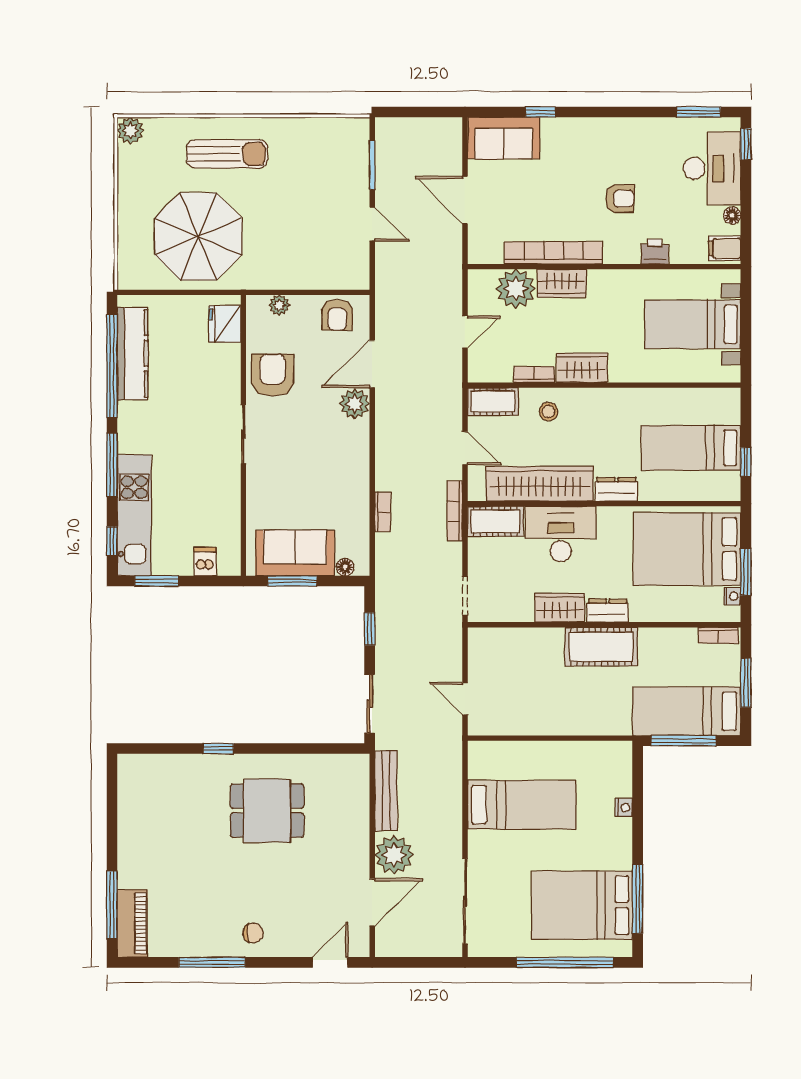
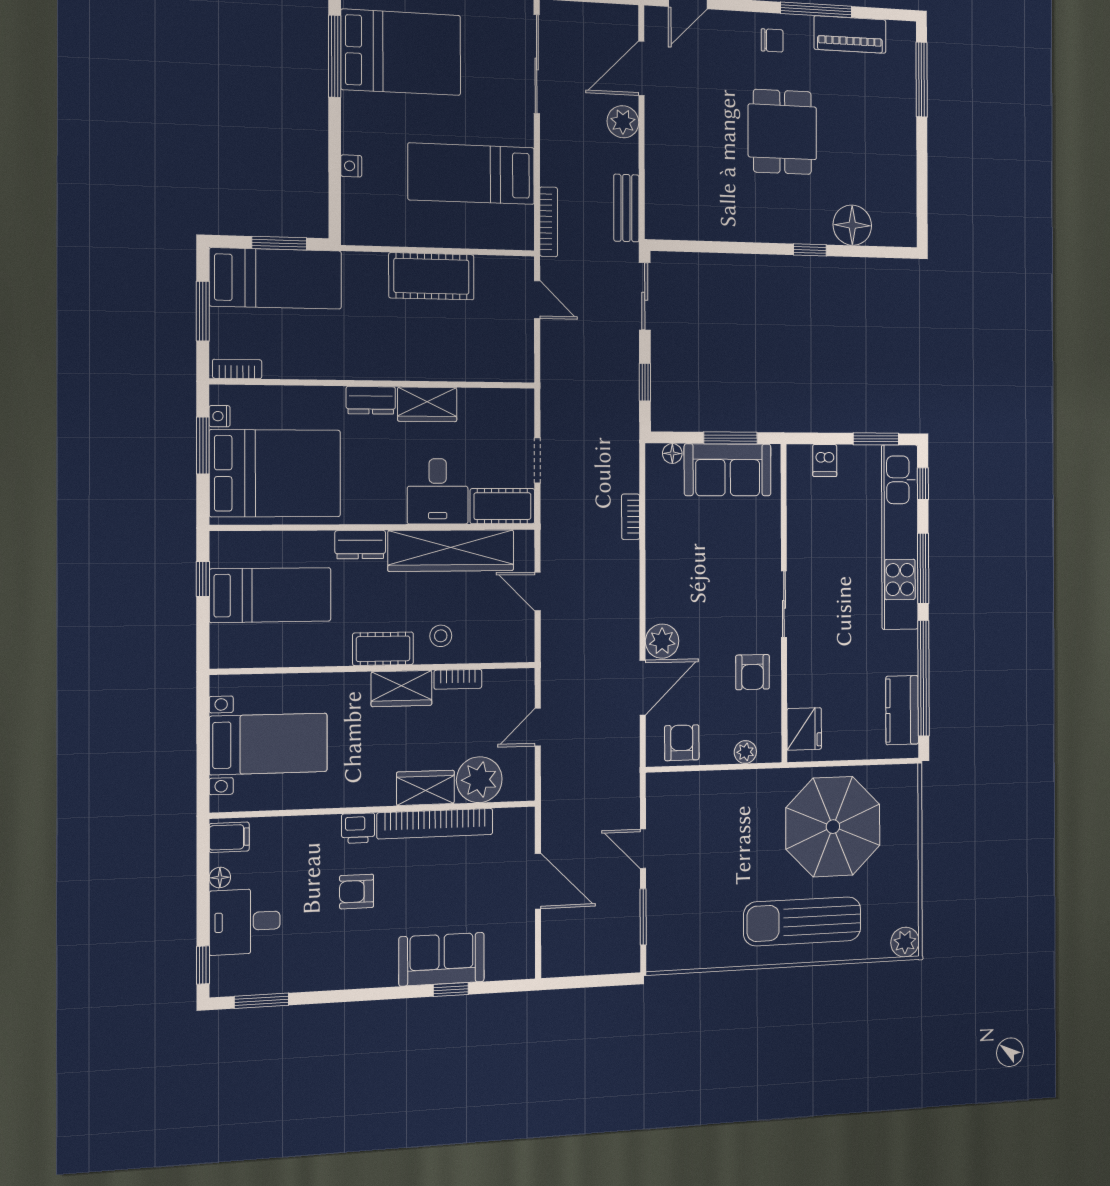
sofa: (504, 138) -> (442, 959), moved
sun lounger: (227, 154) -> (802, 921), width x1.36, depth x1.34
desk: (712, 168) -> (245, 922), width x0.73
printer: (655, 252) -> (358, 828), moved
kitchen counter: (133, 353) -> (902, 710), width x0.67
armchair: (273, 375) -> (752, 672), width x0.72, depth x0.72
cot: (493, 402) -> (383, 649), moved
bookcase: (455, 511) -> (549, 222), moved
kitchen unit: (134, 515) -> (900, 537), width x1.36
desk: (561, 534) -> (438, 491), width x0.73
doorway: (465, 596) -> (537, 461), moved
cot: (601, 647) -> (431, 276), moved
window: (684, 741) -> (279, 243), width x0.69
floor lamp: (178, 772) -> (852, 225), added
bench: (386, 791) -> (626, 208), width x0.73
dining table: (267, 811) -> (782, 132), moved, turned 90
plant: (394, 855) -> (623, 122), width x0.73, depth x0.73
piano: (132, 923) -> (850, 35), moved, turned -90
chair: (253, 933) -> (772, 40), turned 180

